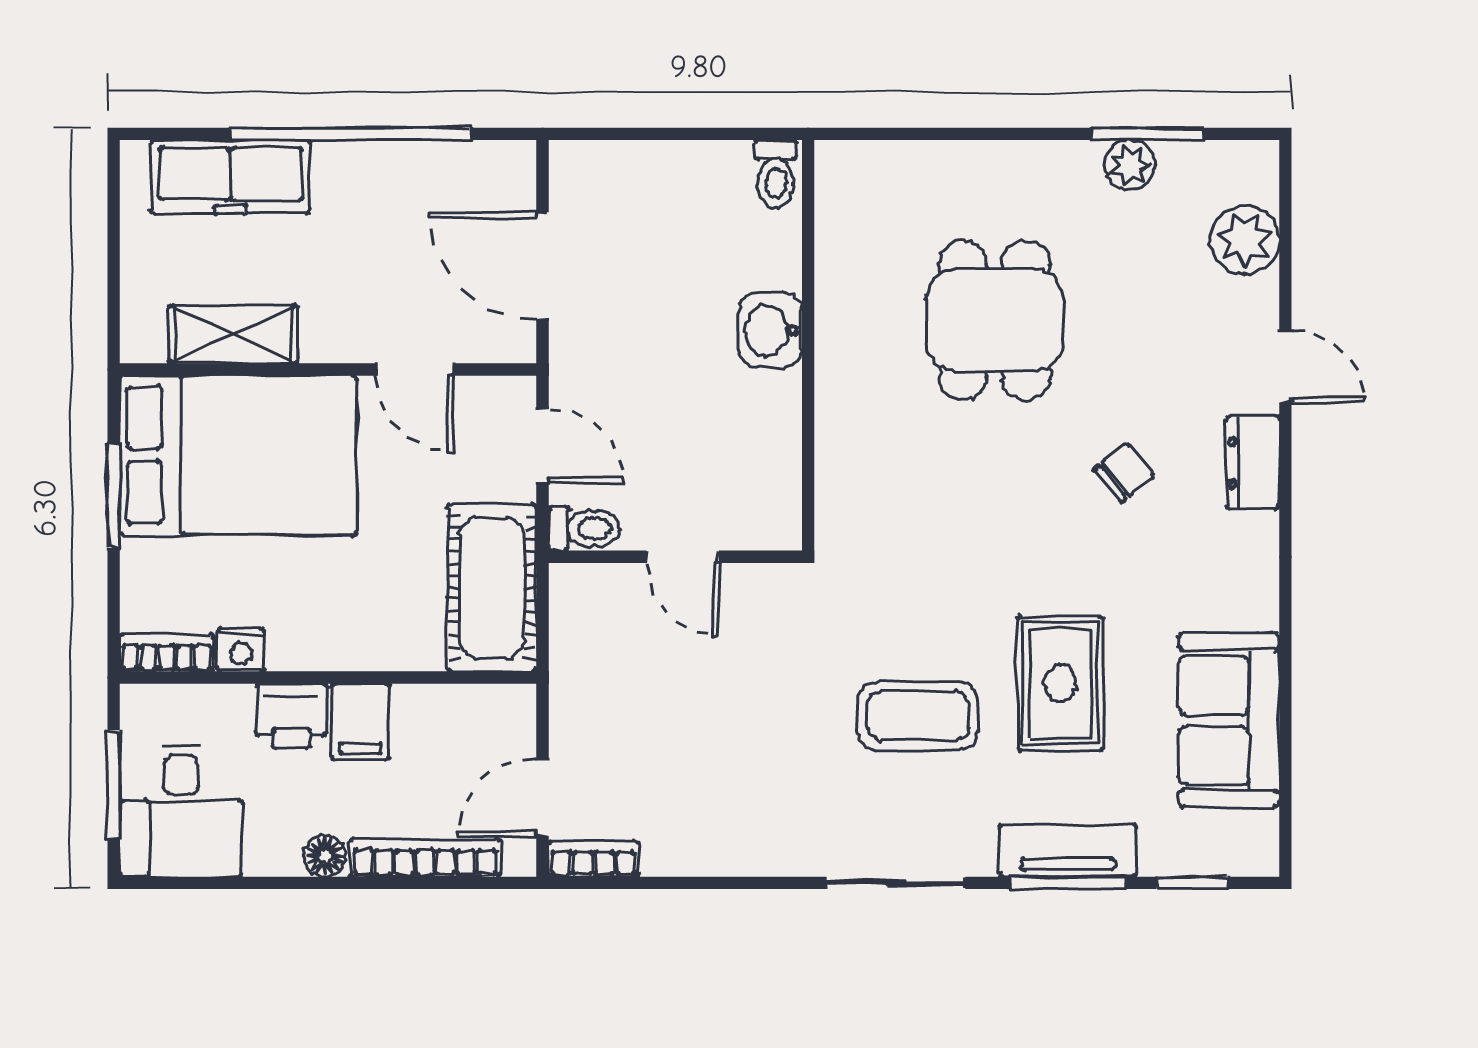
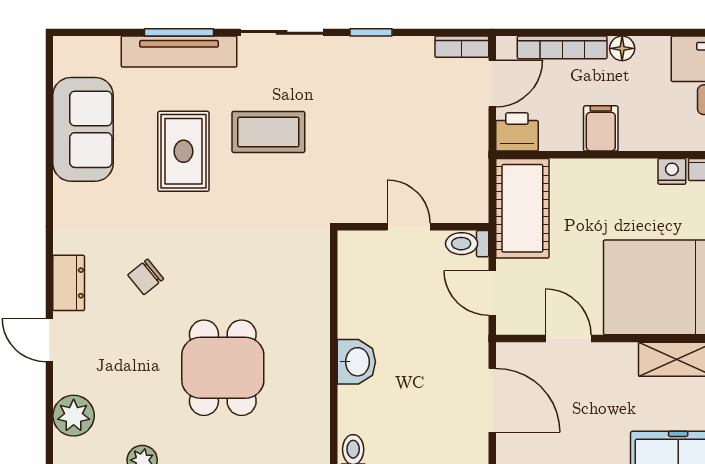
printer: (291, 716) -> (517, 132), moved
tv unit: (1068, 851) -> (179, 52), width x1.41
window: (1192, 883) -> (371, 32), moved

